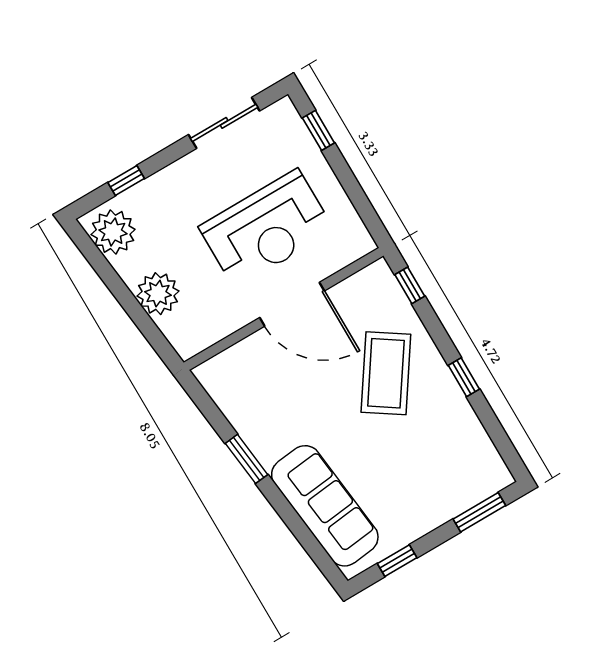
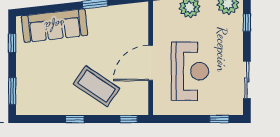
reception desk: (266, 229) -> (190, 71), turned 180

